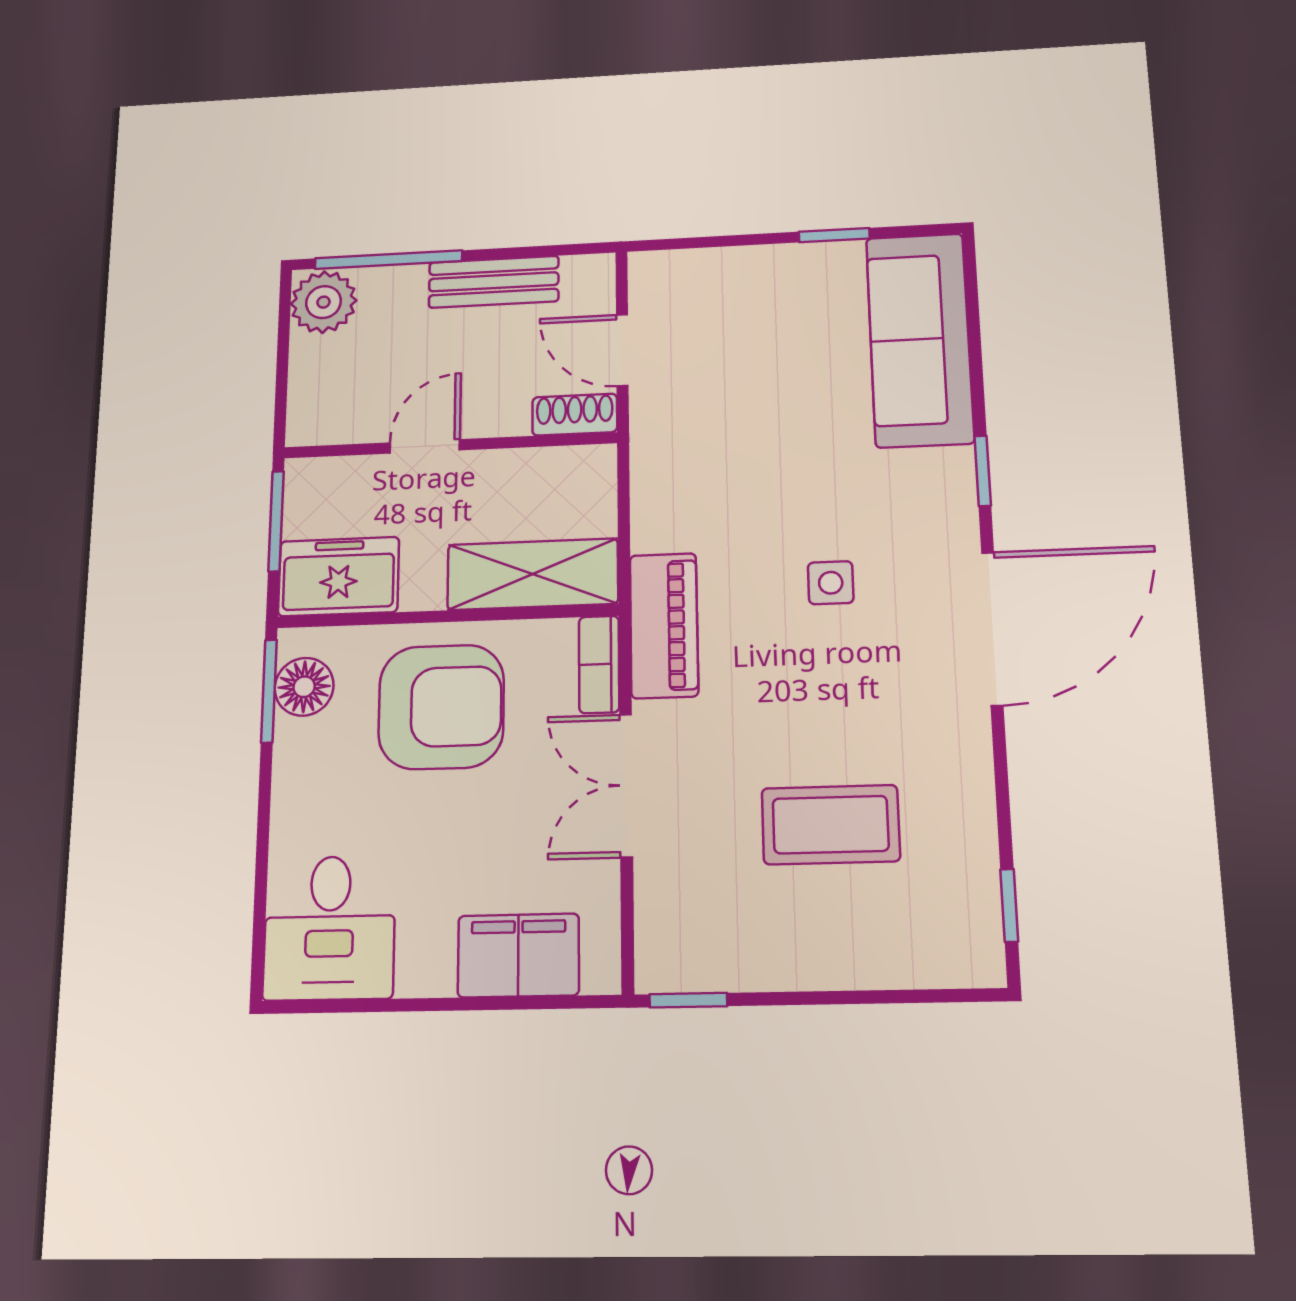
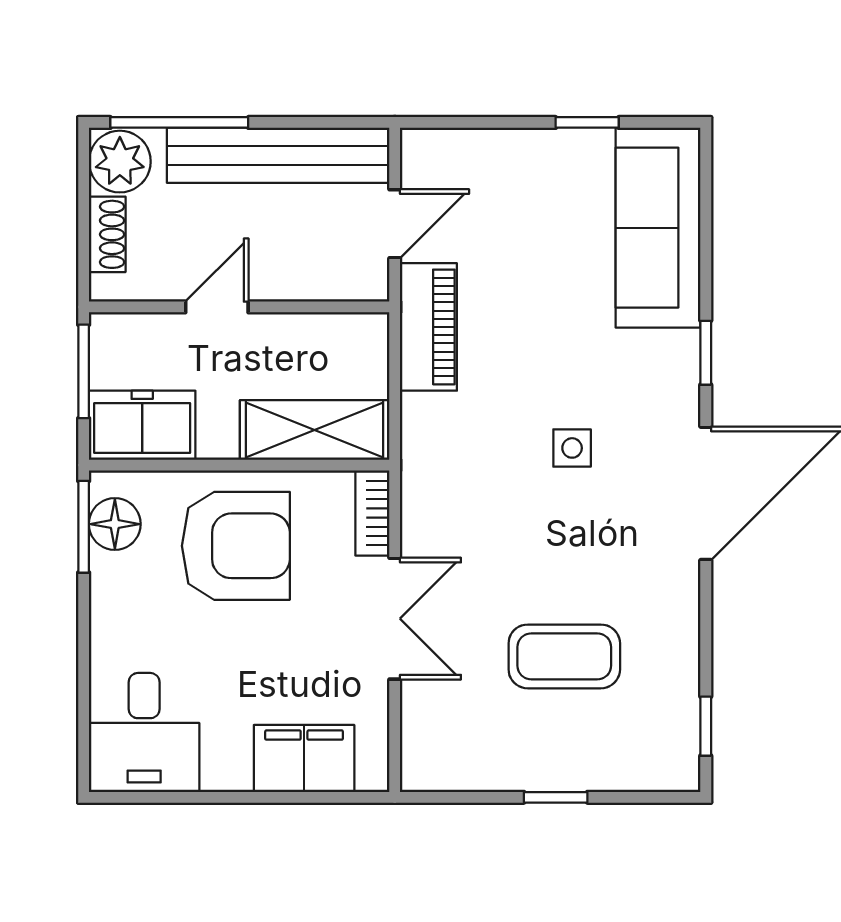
bench: (494, 282) -> (278, 155), width x1.86, depth x1.21
door: (622, 350) -> (395, 224), swing flipped
shoe rack: (575, 415) -> (107, 234), moved, turned 90
piano: (664, 625) -> (428, 327), moved
double door: (626, 785) -> (395, 619), swing flipped
window: (688, 1000) -> (556, 797), moved

